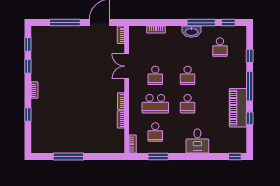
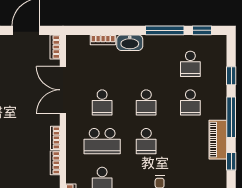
washbasin: (191, 32) -> (130, 43), moved
double door: (127, 66) -> (63, 90), width x1.37
school desk: (220, 75) -> (190, 102), added
piano: (238, 108) -> (218, 140), width x0.73, depth x0.75

